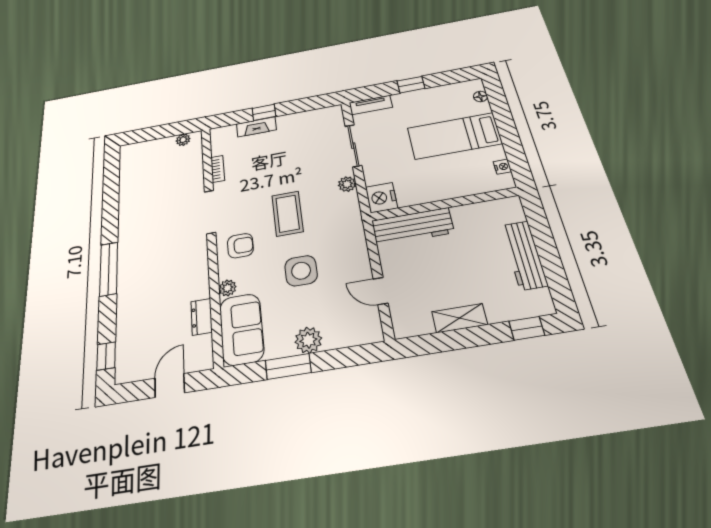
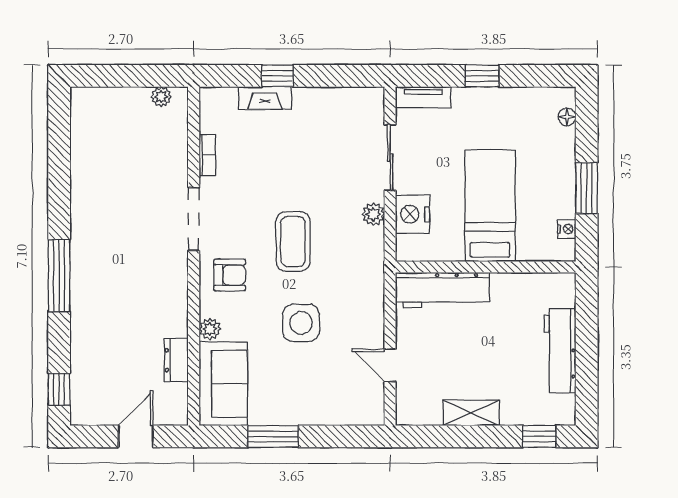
bed: (454, 136) -> (490, 206), moved, turned 90
window: (510, 137) -> (587, 188), added
nightstand: (381, 198) -> (413, 214), moved
plant: (308, 340) -> (299, 410), removed

